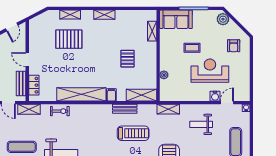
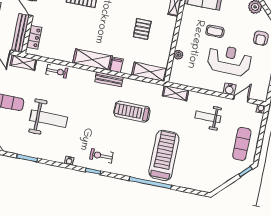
bench: (21, 83) -> (20, 33), width x1.36
shelving: (81, 94) -> (93, 60), width x0.68
bench: (125, 109) -> (109, 79), moved
treadmill: (133, 133) -> (132, 112), turned 180

